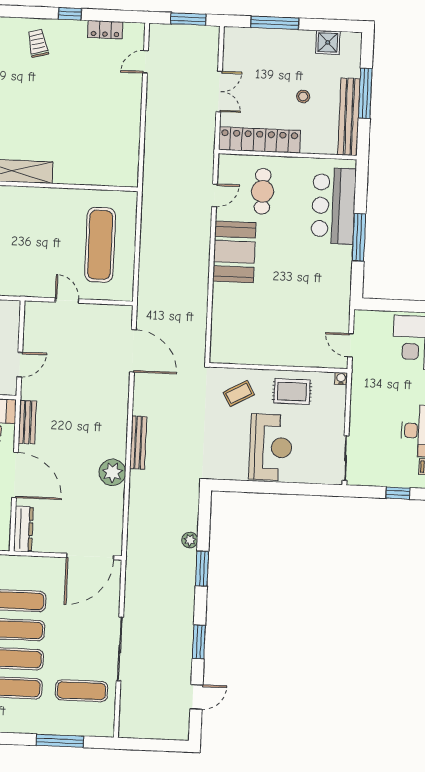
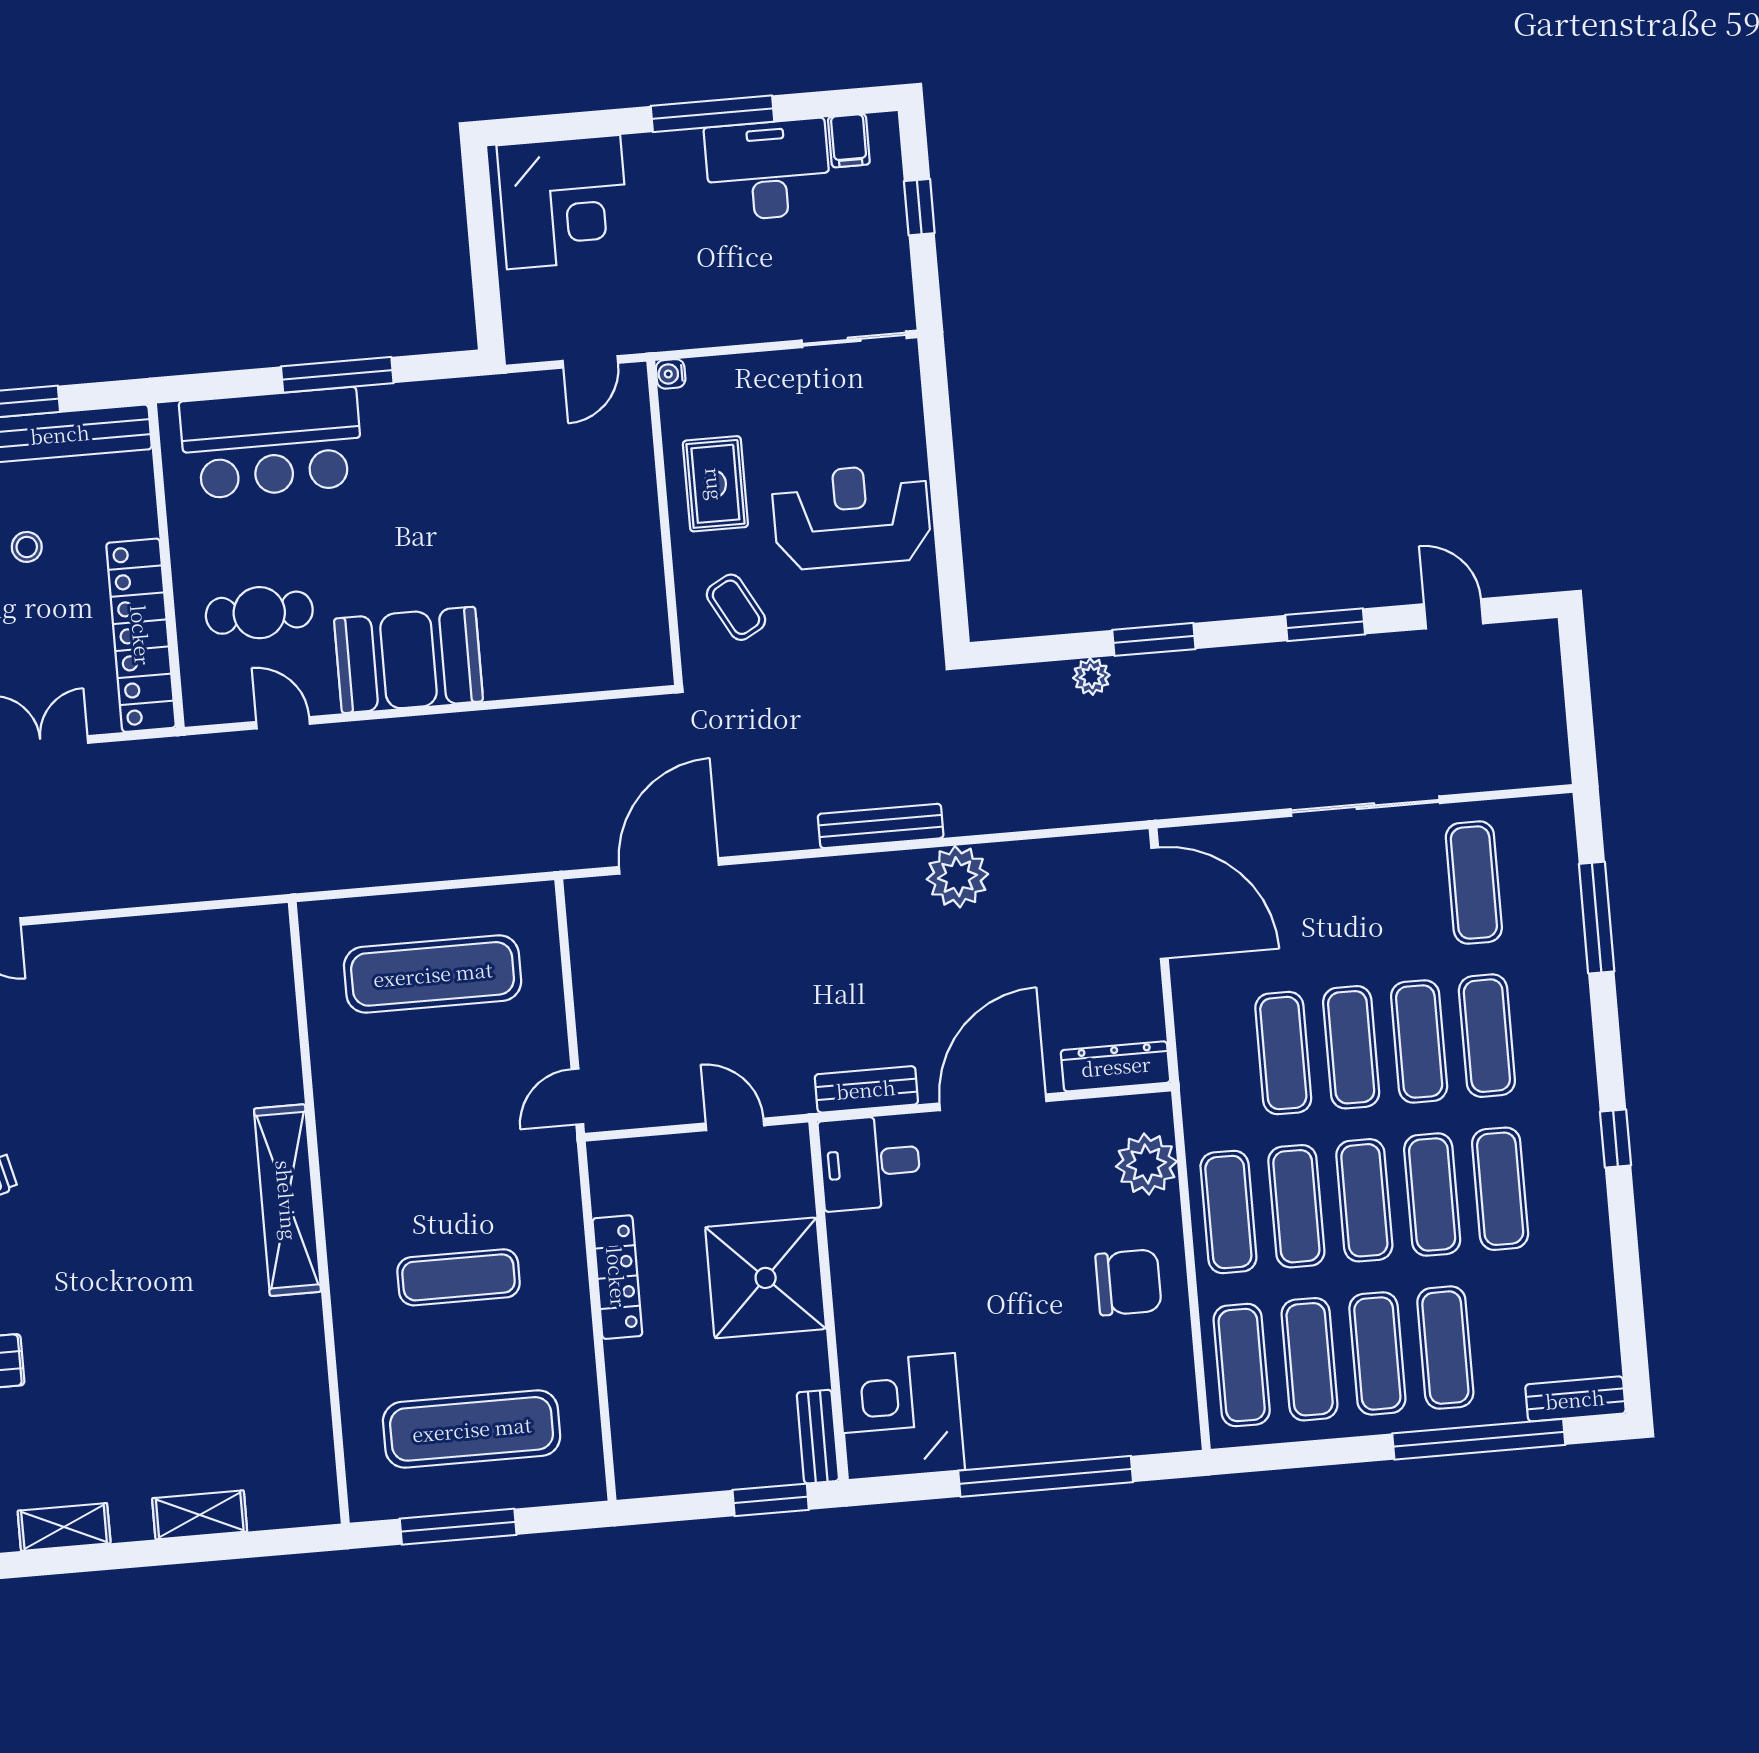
door: (67, 301) -> (577, 1097), moved

